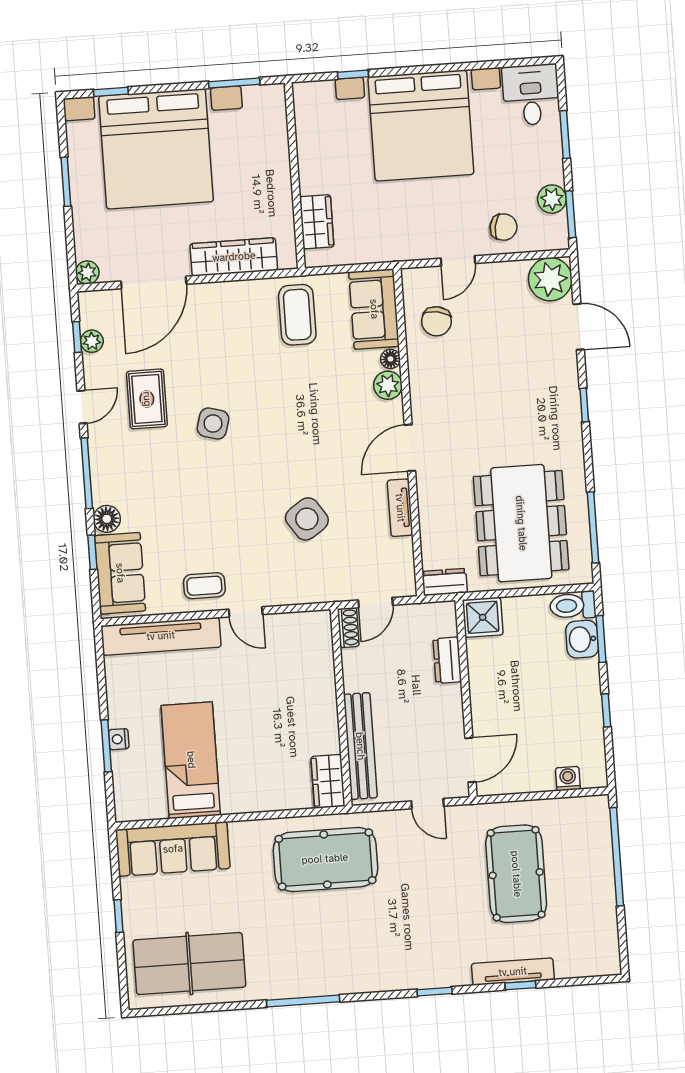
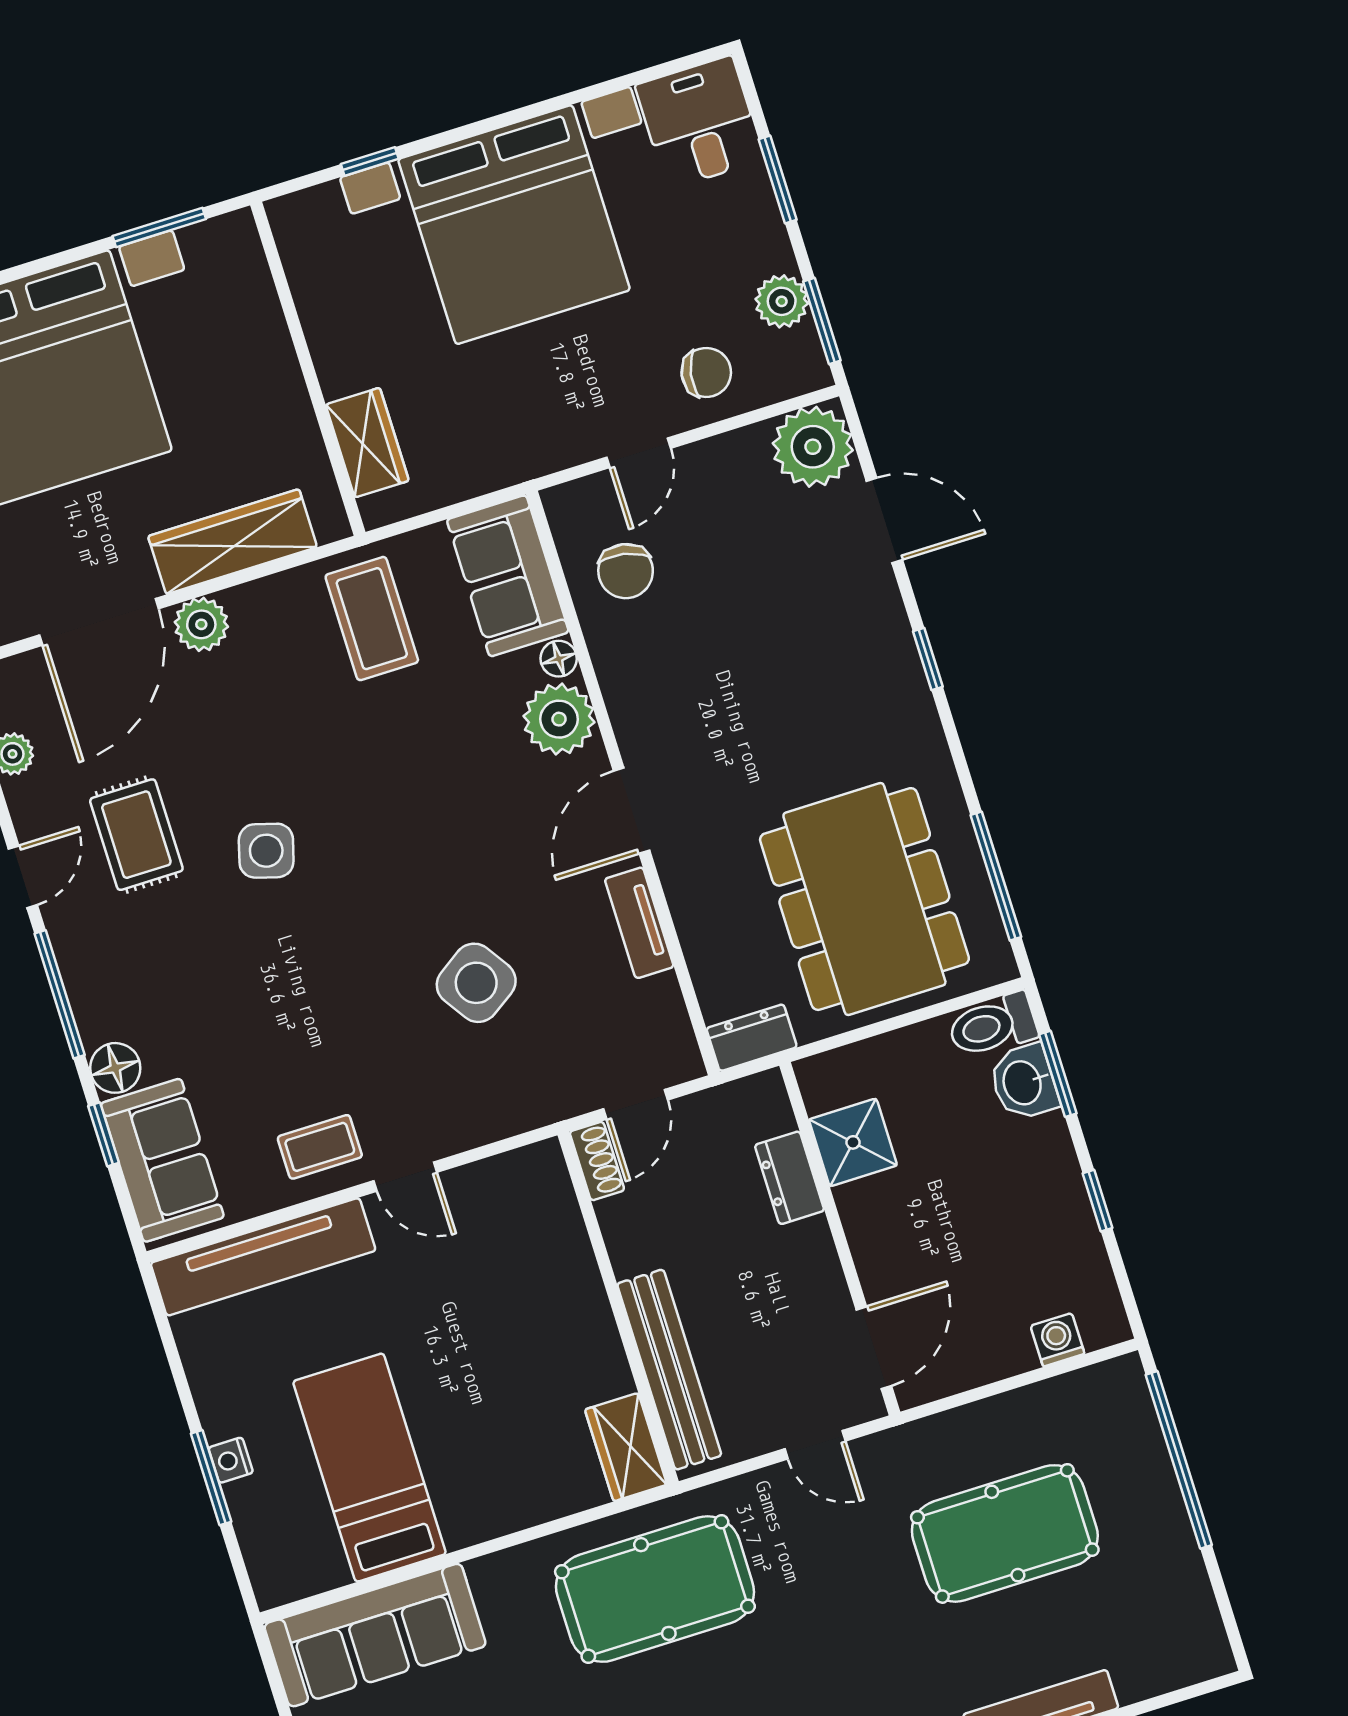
plant: (207, 297) -> (201, 624), added
plant: (388, 385) -> (559, 719), width x1.36, depth x1.36
shower: (483, 617) -> (853, 1142), moved
pool table: (516, 874) -> (1005, 1533), turned 90

